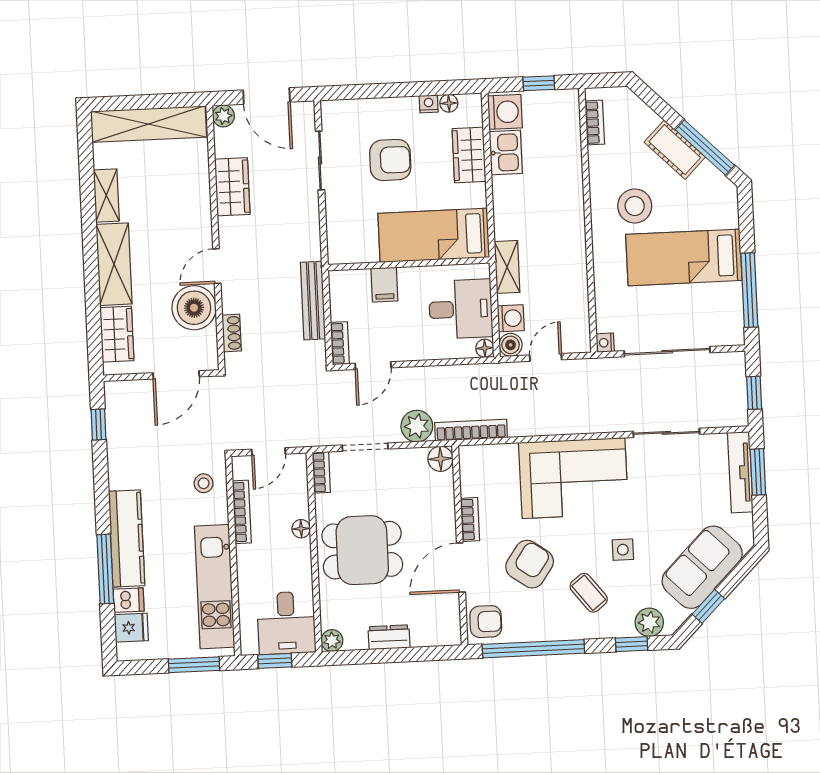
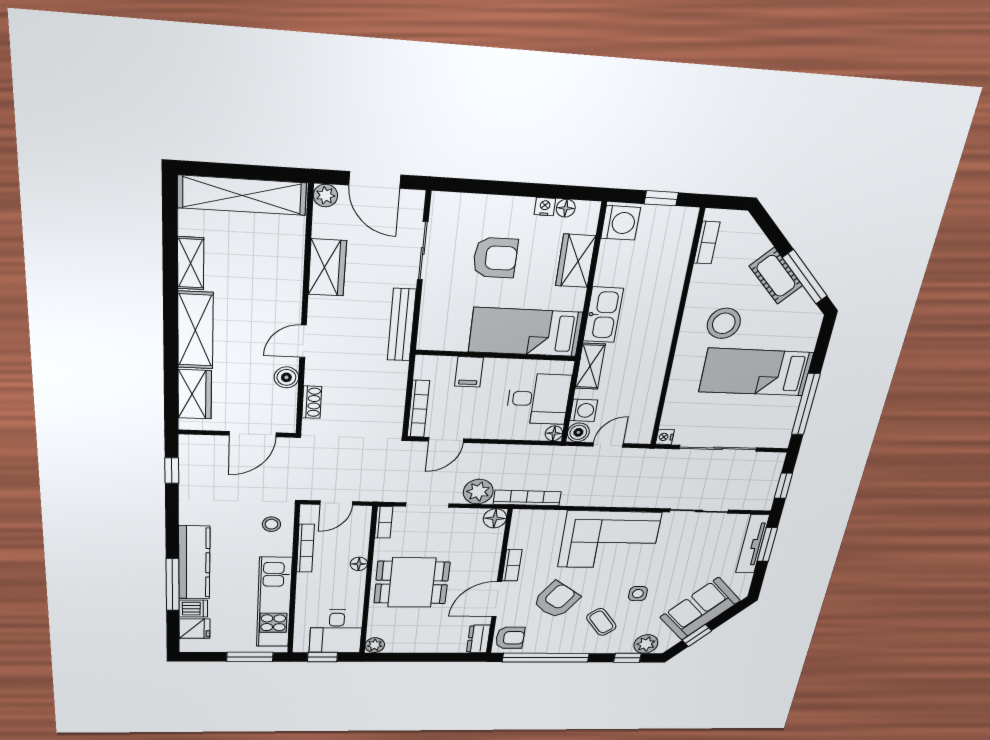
kitchen sink: (506, 153) -> (603, 315), moved, width x1.38
bench: (313, 301) -> (402, 325), moved
boiler: (194, 308) -> (286, 377), width x0.54, depth x0.54
bookcase: (340, 343) -> (418, 409), width x1.56
dresser: (389, 637) -> (478, 639), moved, turned -90

